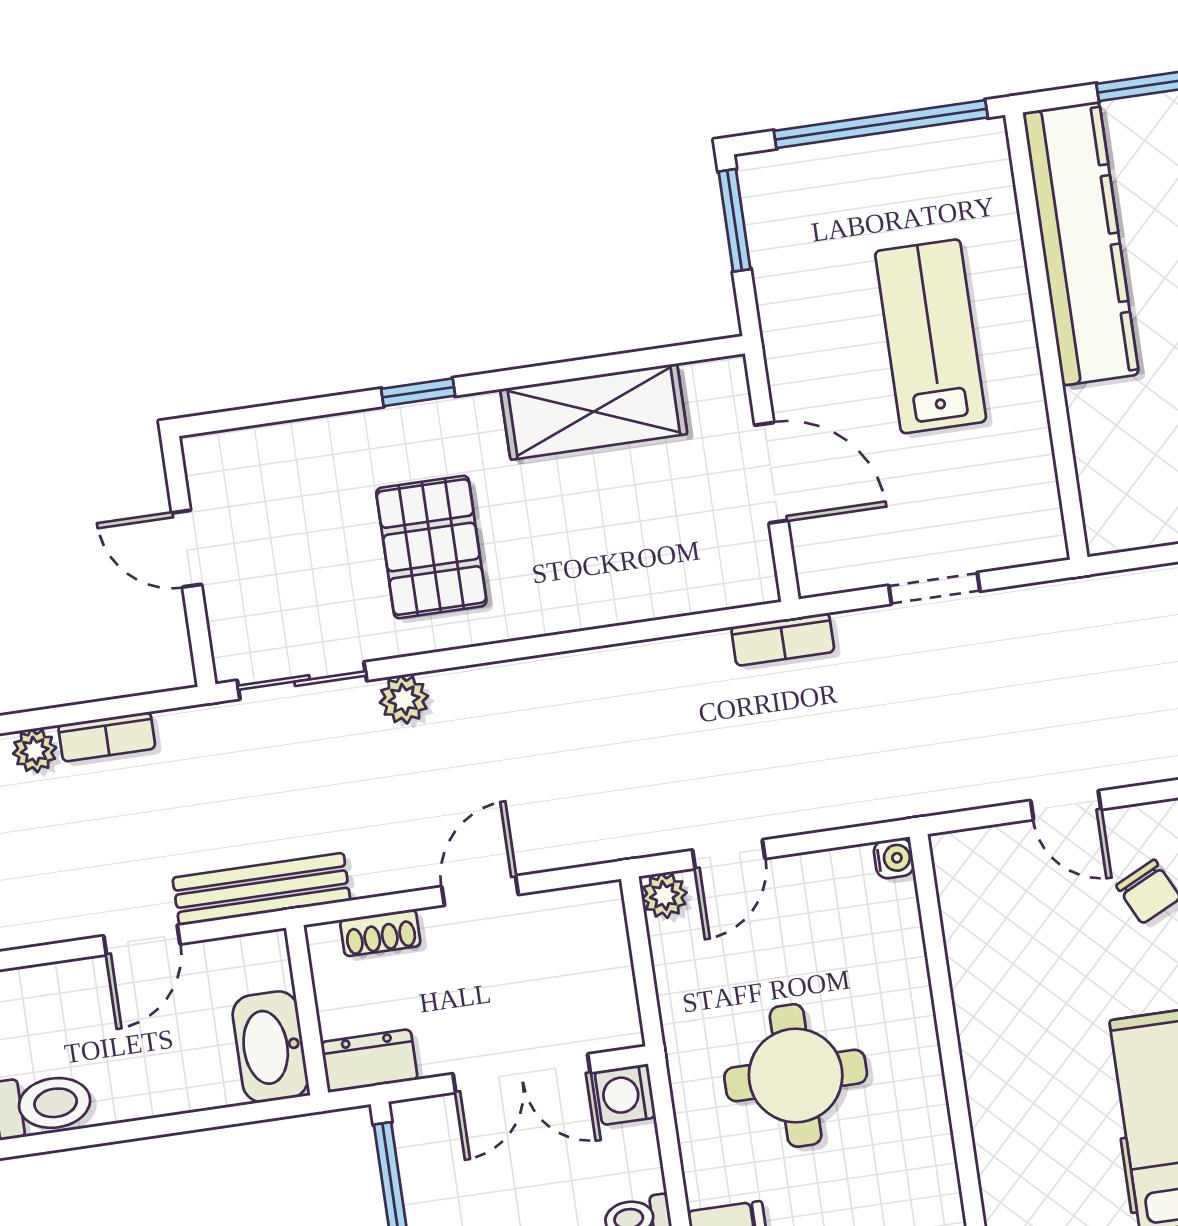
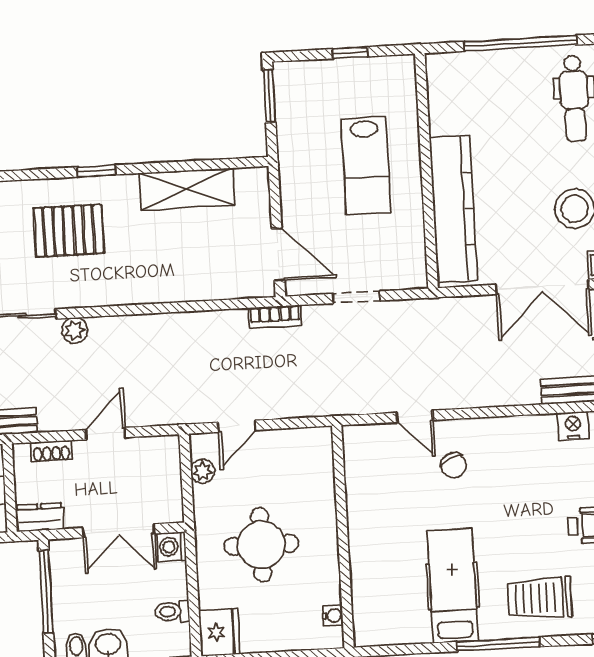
window: (881, 124) -> (350, 53), width x0.32
kitchen counter: (1081, 243) -> (453, 209), moved
lab bench: (931, 336) -> (366, 166), turned 180
door: (771, 473) -> (278, 254), moved
pallet: (431, 547) -> (69, 231), moved, turned 90
water cooler: (894, 858) -> (333, 616), moved
plant: (664, 896) -> (203, 471), moved

